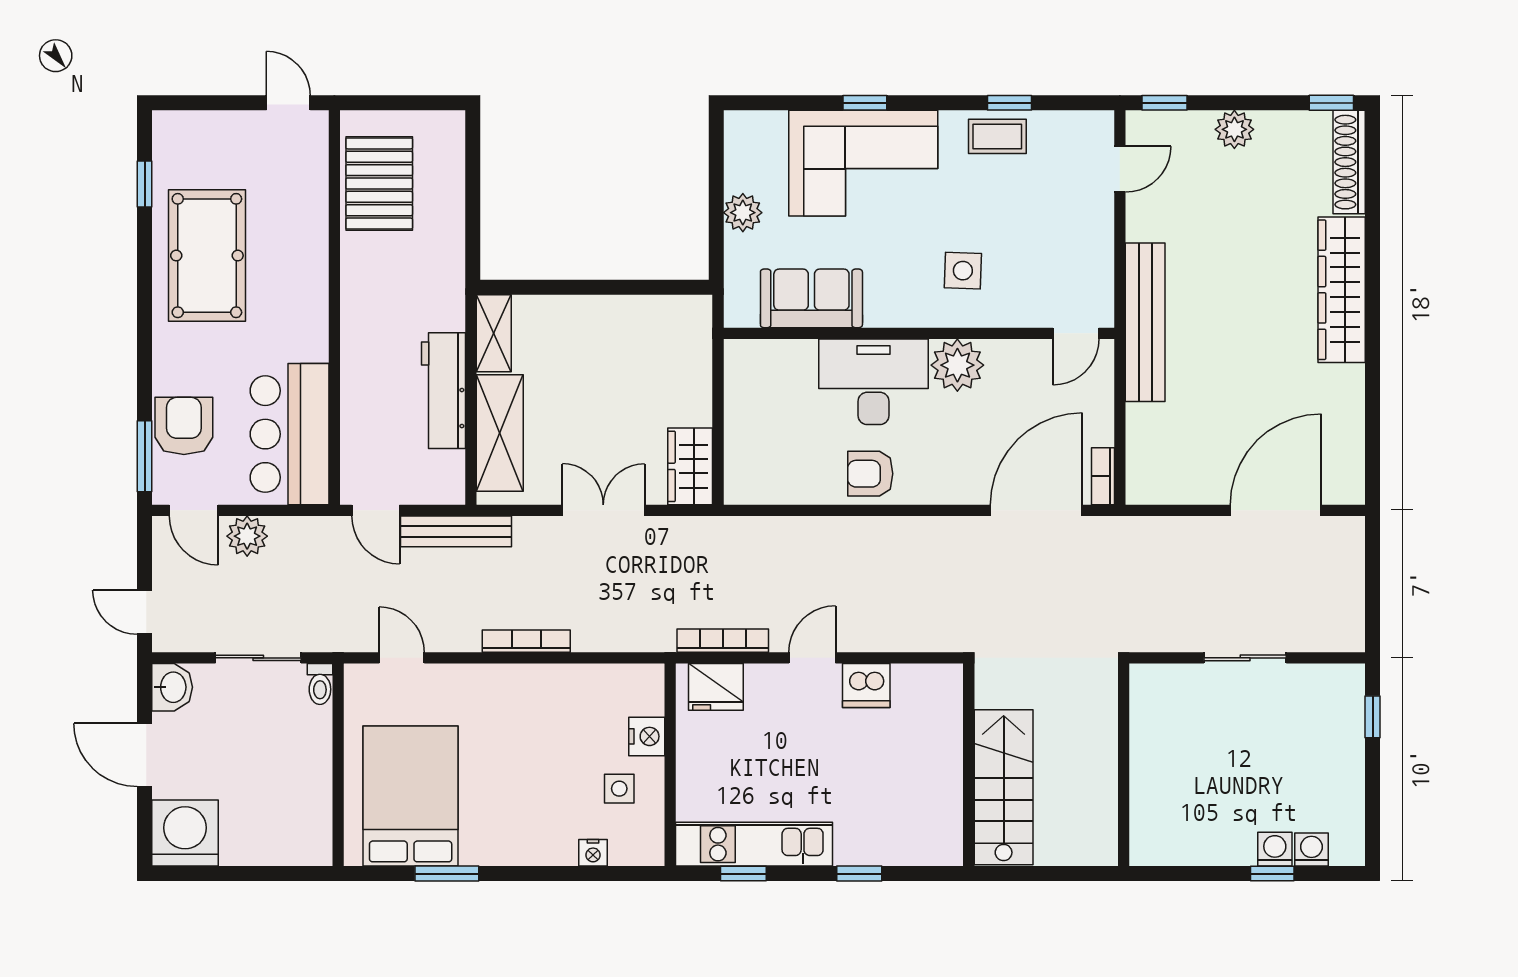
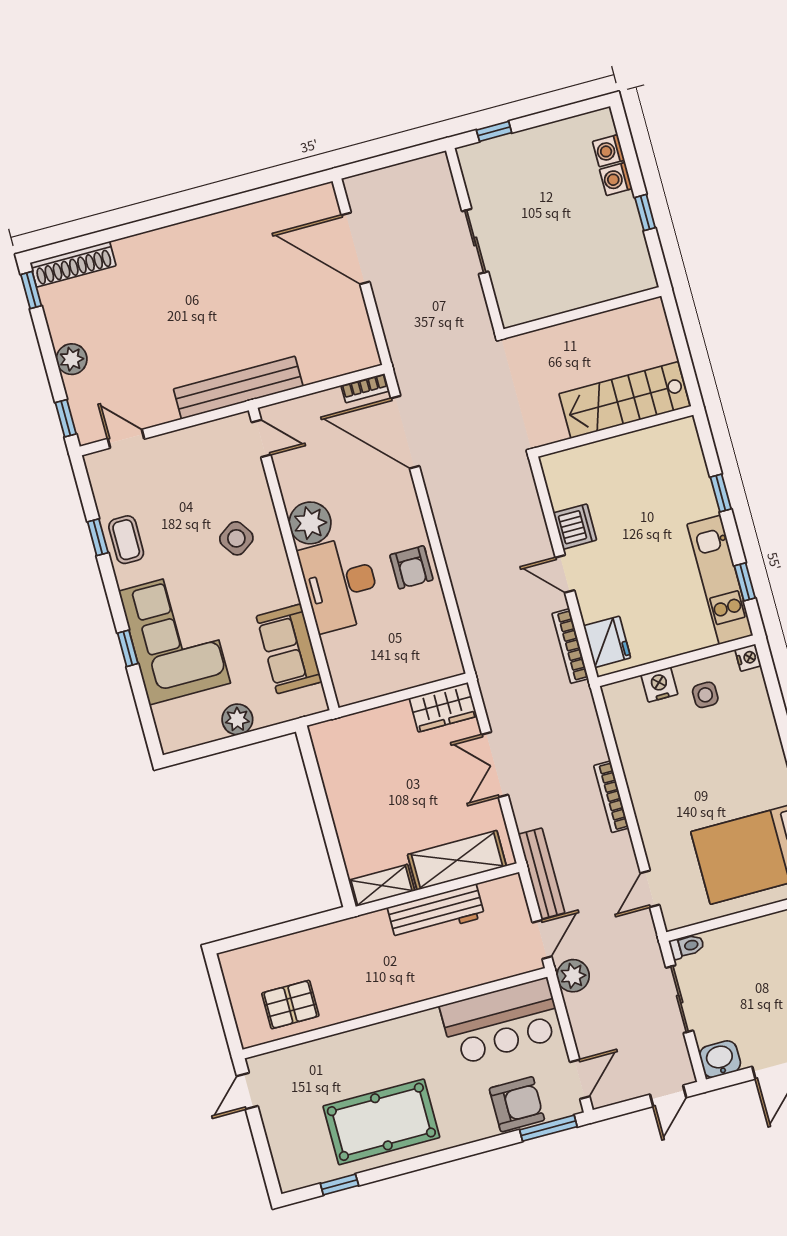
pallet: (379, 183) -> (290, 1005), width x0.67, depth x0.71
side table: (963, 271) -> (236, 538), turned -37
wardrobe: (1342, 290) -> (173, 244), removed
armchair: (184, 426) -> (517, 1104), turned 180
plant: (247, 536) -> (573, 976), moved
nightstand: (593, 853) -> (748, 658), moved
window: (1272, 874) -> (645, 213), moved

